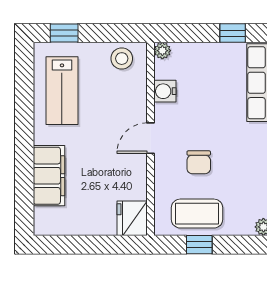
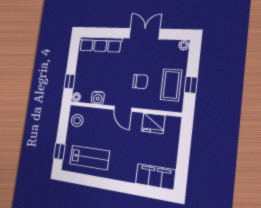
window: (233, 33) -> (69, 81), moved
filing cabinet: (49, 176) -> (155, 177), moved
fridge: (132, 218) -> (153, 123), moved

